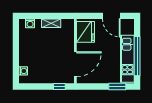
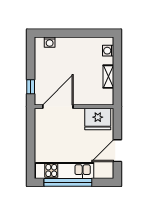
door: (75, 64) -> (58, 107), swing flipped
window: (117, 86) -> (31, 158), removed

